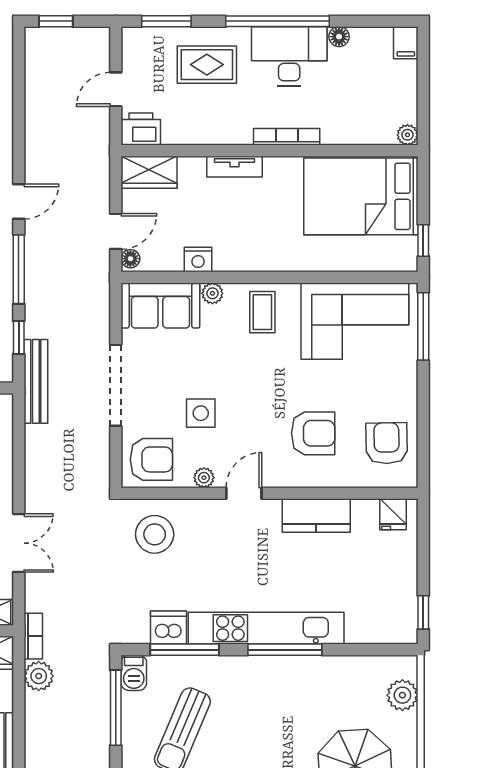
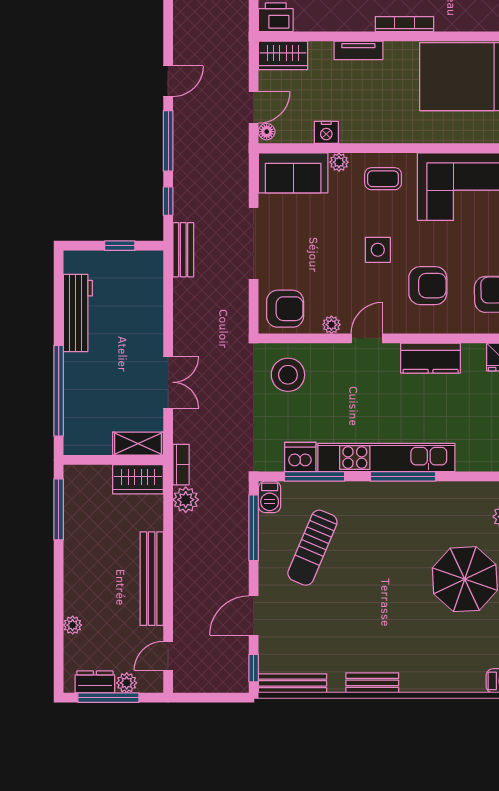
coffee table: (262, 312) -> (383, 179), turned 90
bench: (36, 381) -> (183, 250), width x0.73
side table: (201, 413) -> (378, 250), moved

